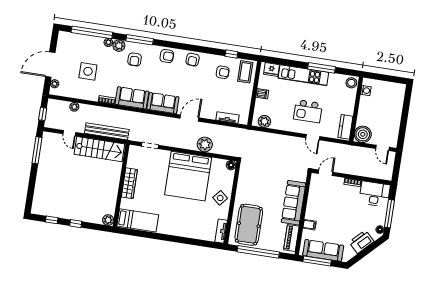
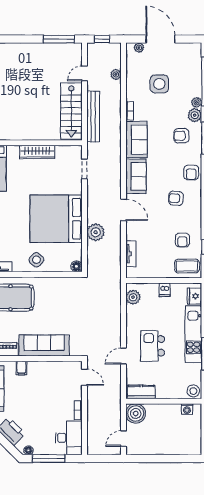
armchair: (193, 60) -> (176, 198), moved

